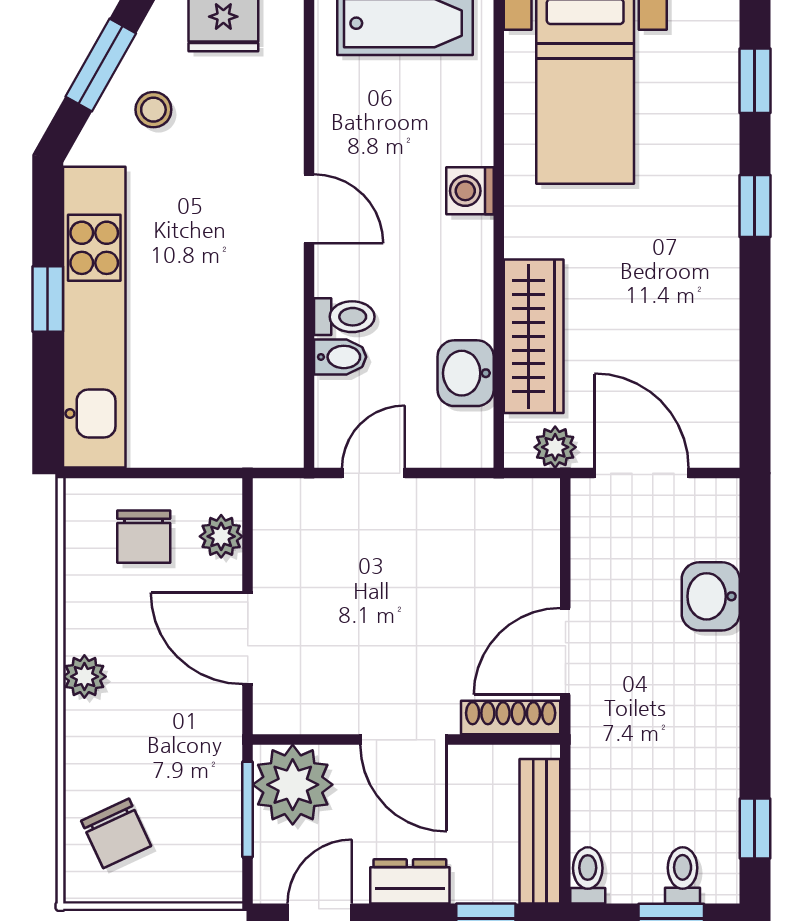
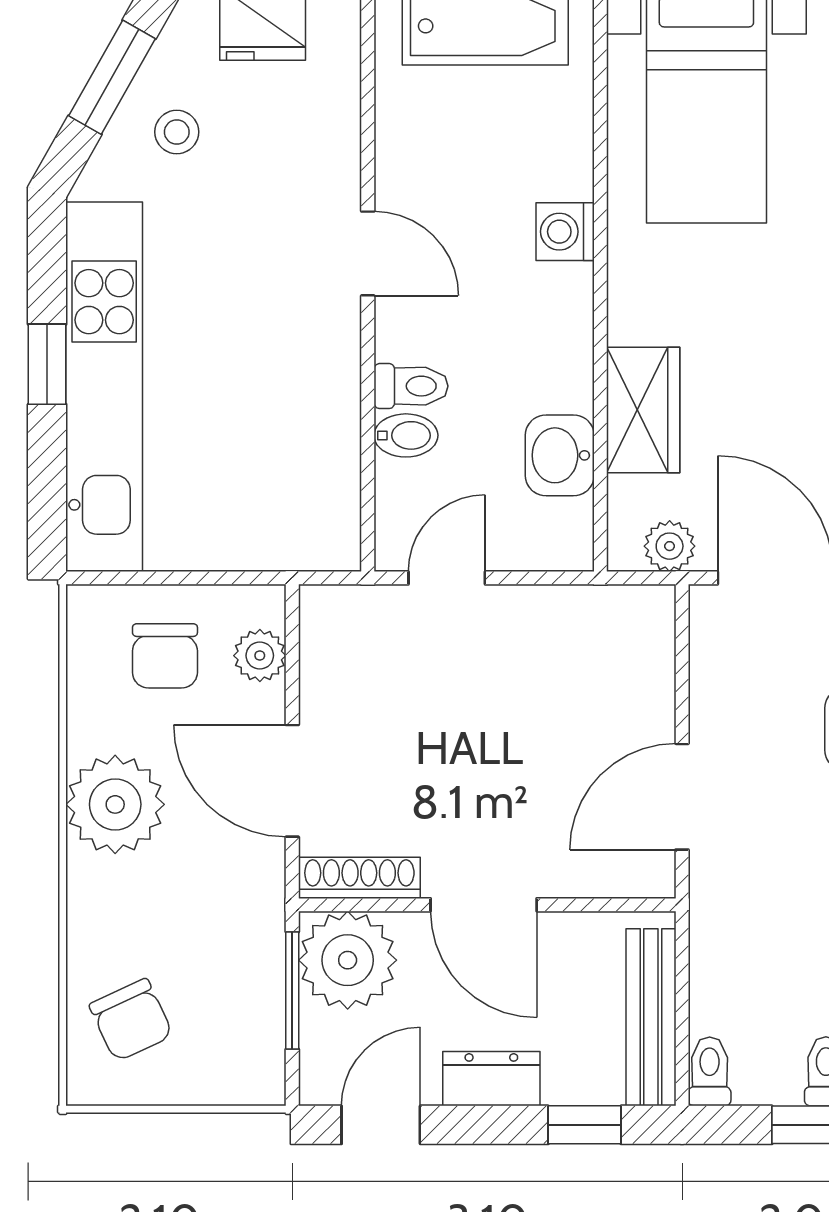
wardrobe: (534, 336) -> (643, 410), width x0.67
plant: (84, 677) -> (115, 804), width x1.88, depth x1.88
shoe rack: (511, 718) -> (359, 878), moved

